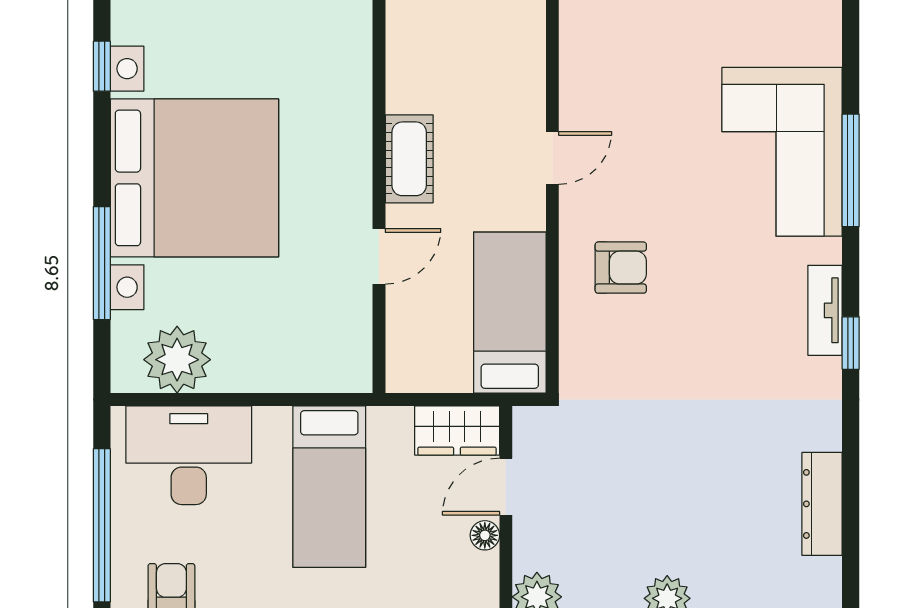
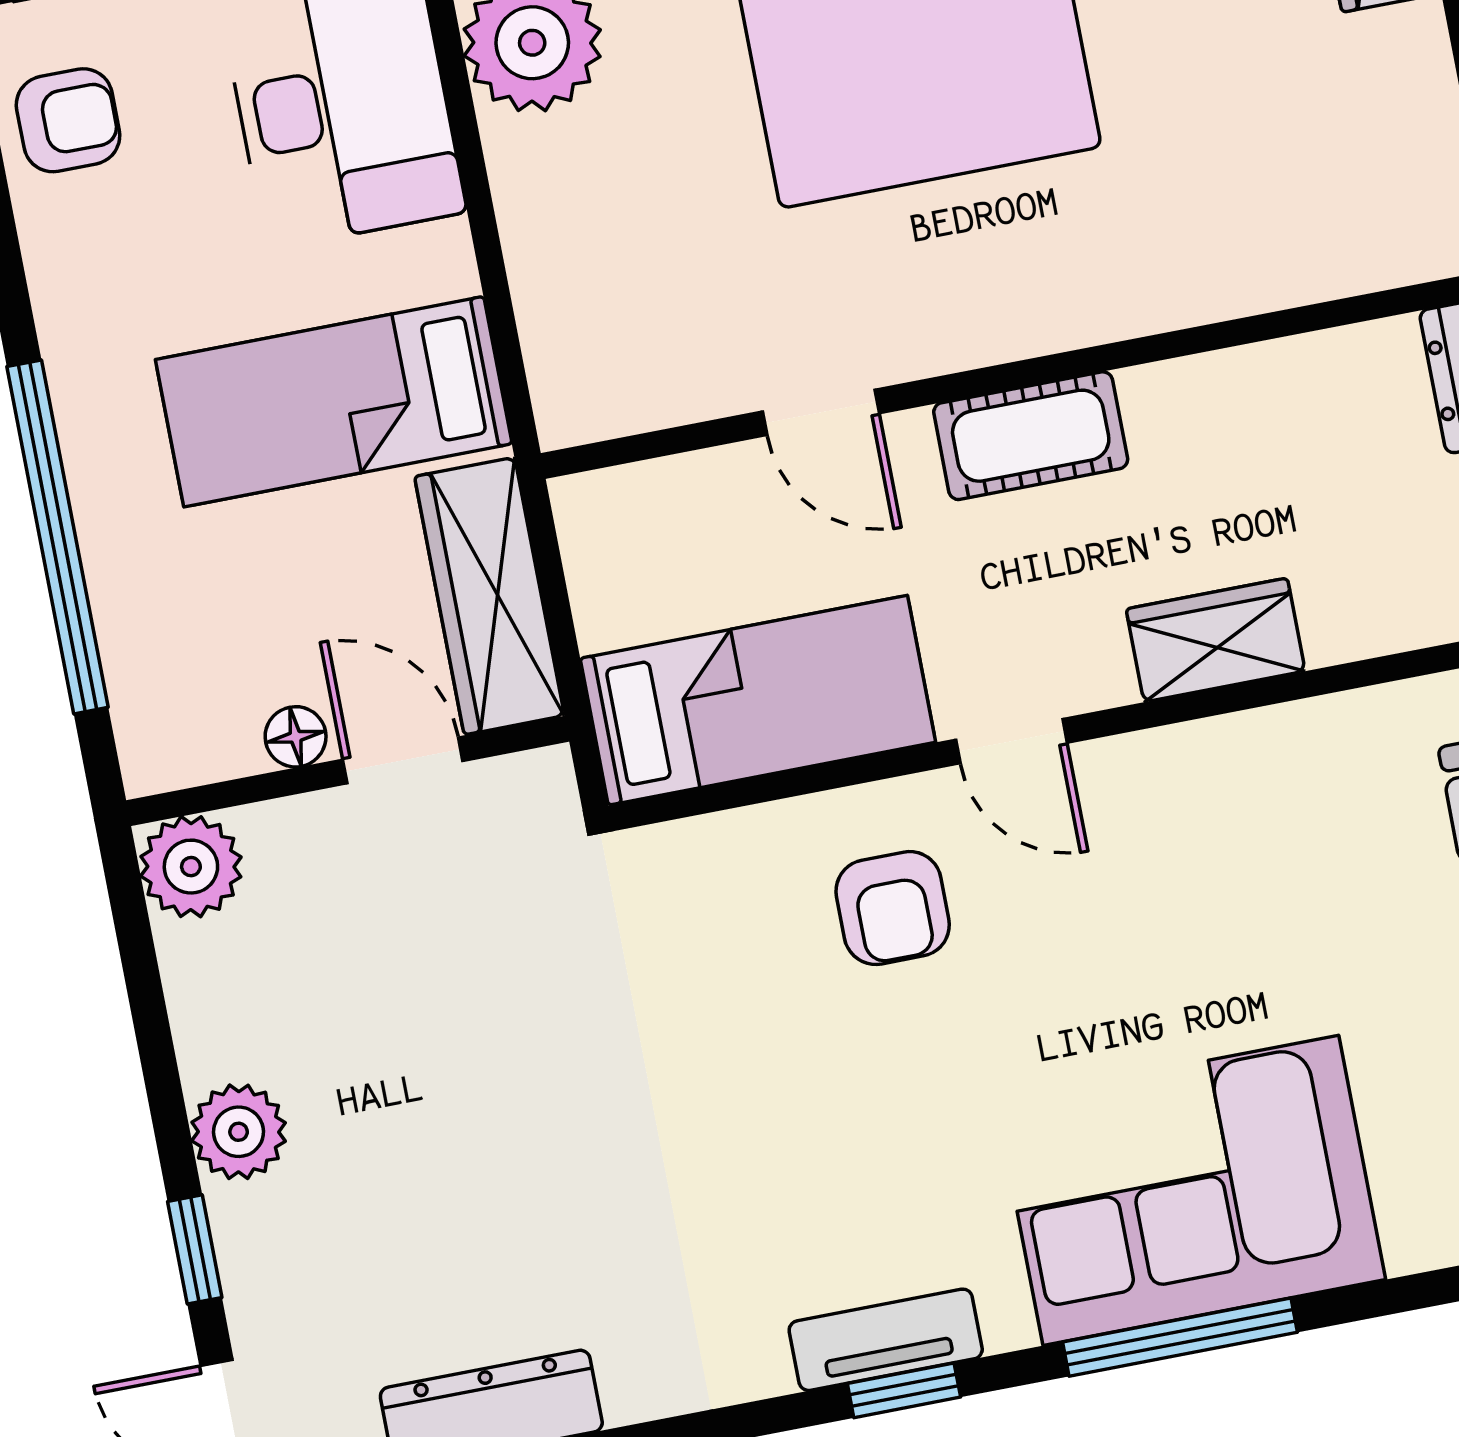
wardrobe: (523, 90) -> (1216, 640), added
door: (552, 158) -> (1011, 741), moved
window: (851, 343) -> (904, 1390), moved
wardrobe: (457, 430) -> (489, 596), width x1.50

